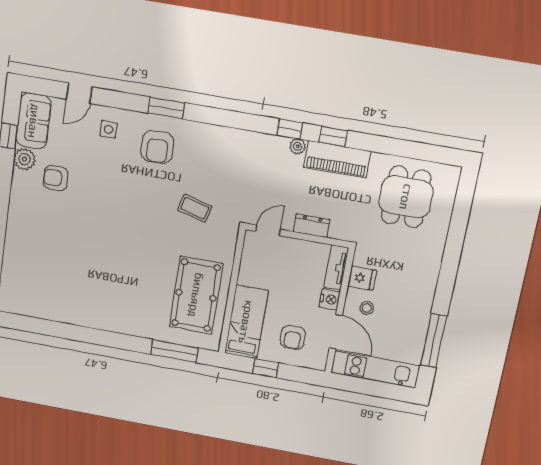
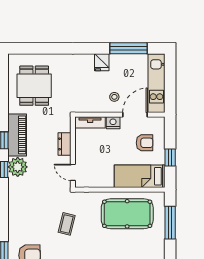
plant: (298, 146) -> (18, 167), width x1.88, depth x1.88
dining table: (406, 197) -> (34, 86), turned 90
fridge: (362, 278) -> (102, 62), moved, turned 180

